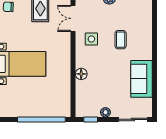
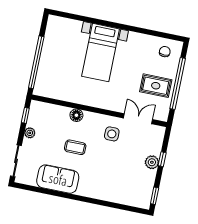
coffee table: (121, 40) -> (75, 147), moved

